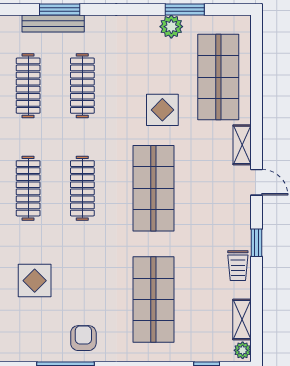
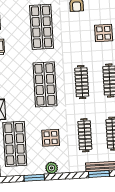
plant: (171, 27) -> (52, 168), moved
display table: (162, 110) -> (51, 138), moved

